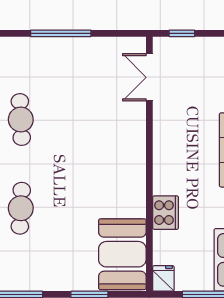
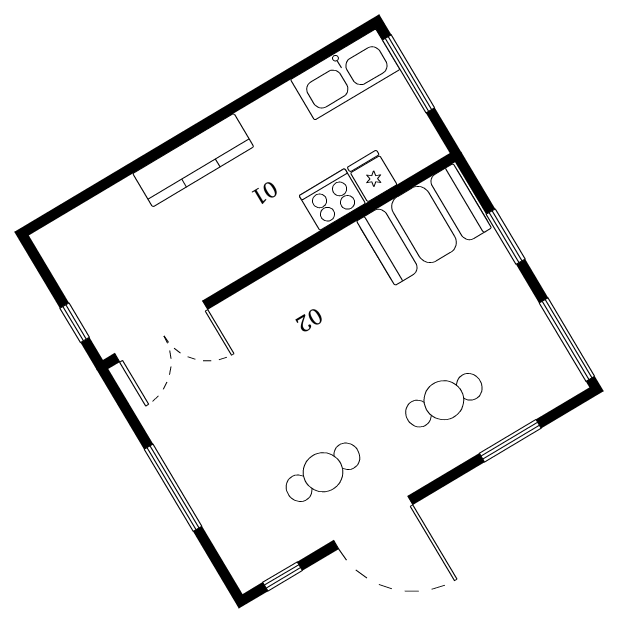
double door: (149, 77) -> (161, 331), width x1.37
fridge: (163, 278) -> (372, 176), moved, turned 90

